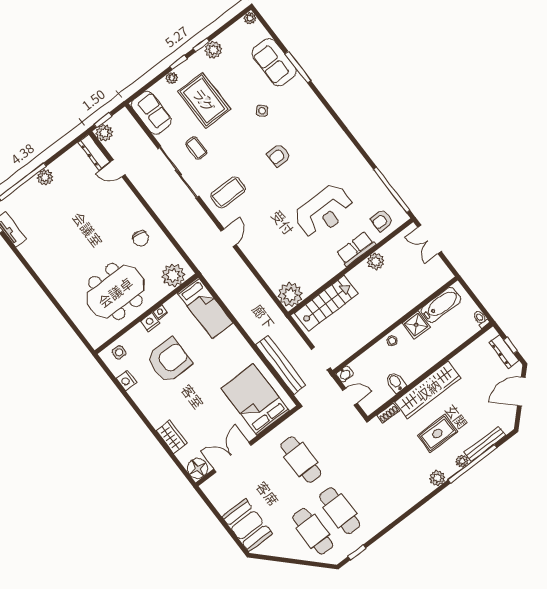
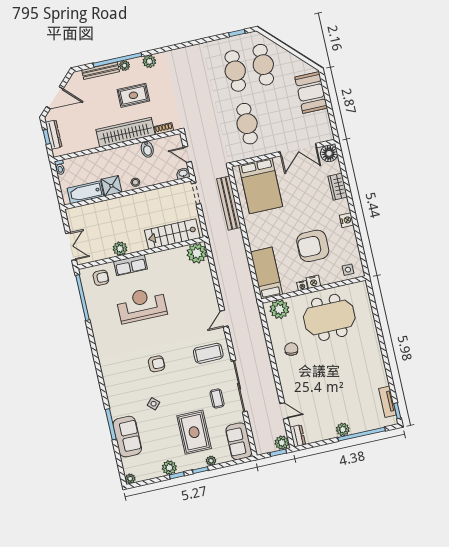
dresser: (94, 152) -> (298, 436), width x0.70
nightstand: (127, 381) -> (347, 220), moved

